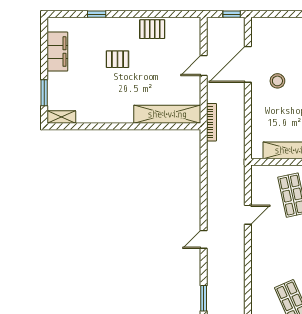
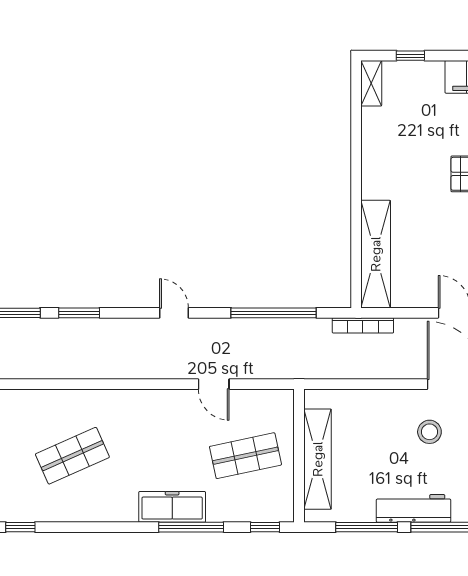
window: (44, 93) -> (410, 56), width x0.67
window: (204, 178) -> (274, 313), added

